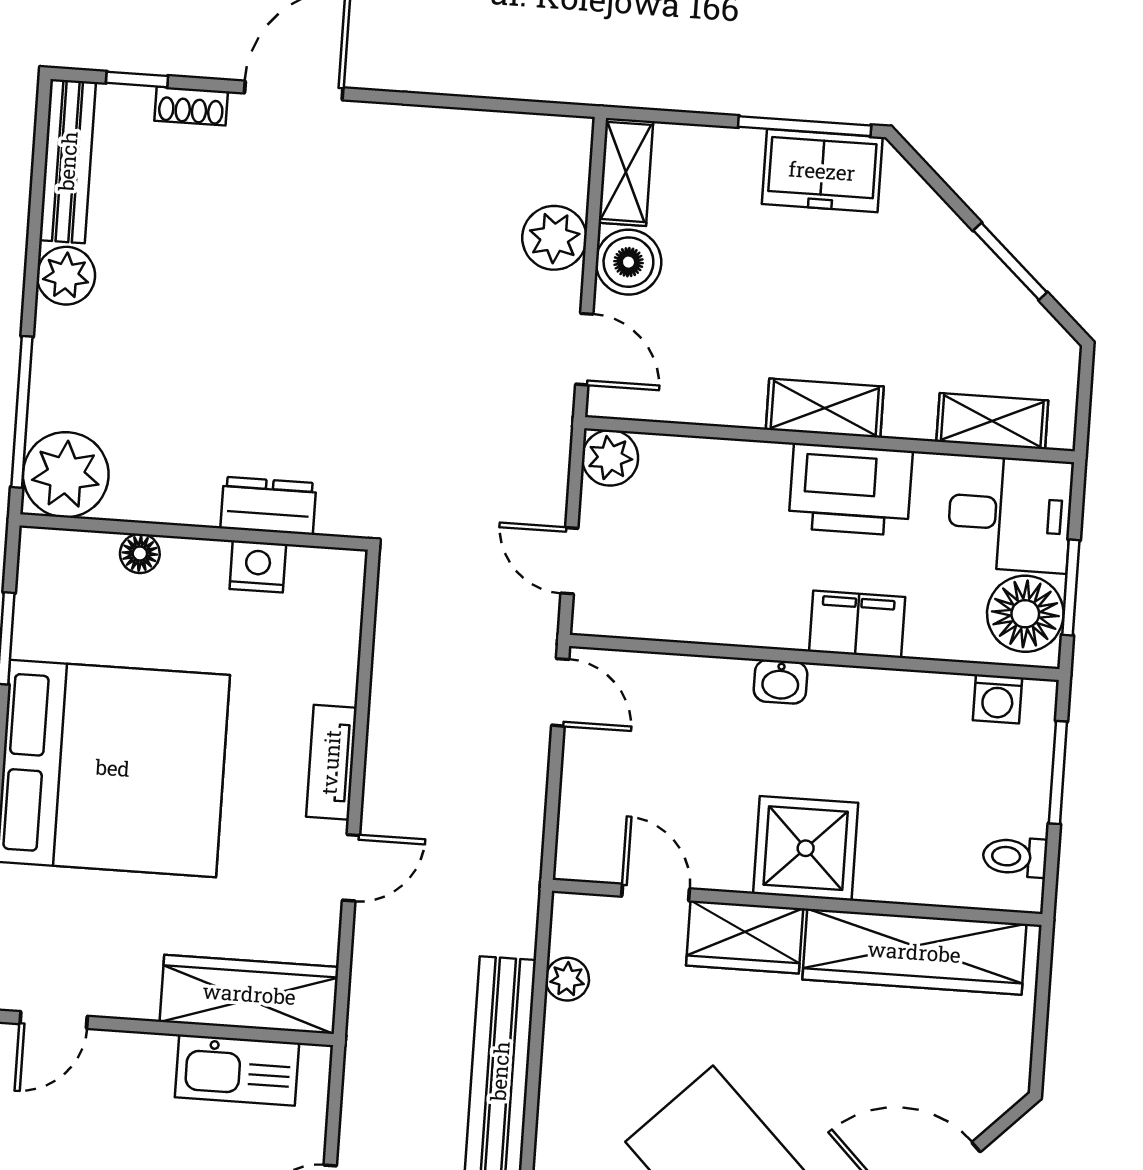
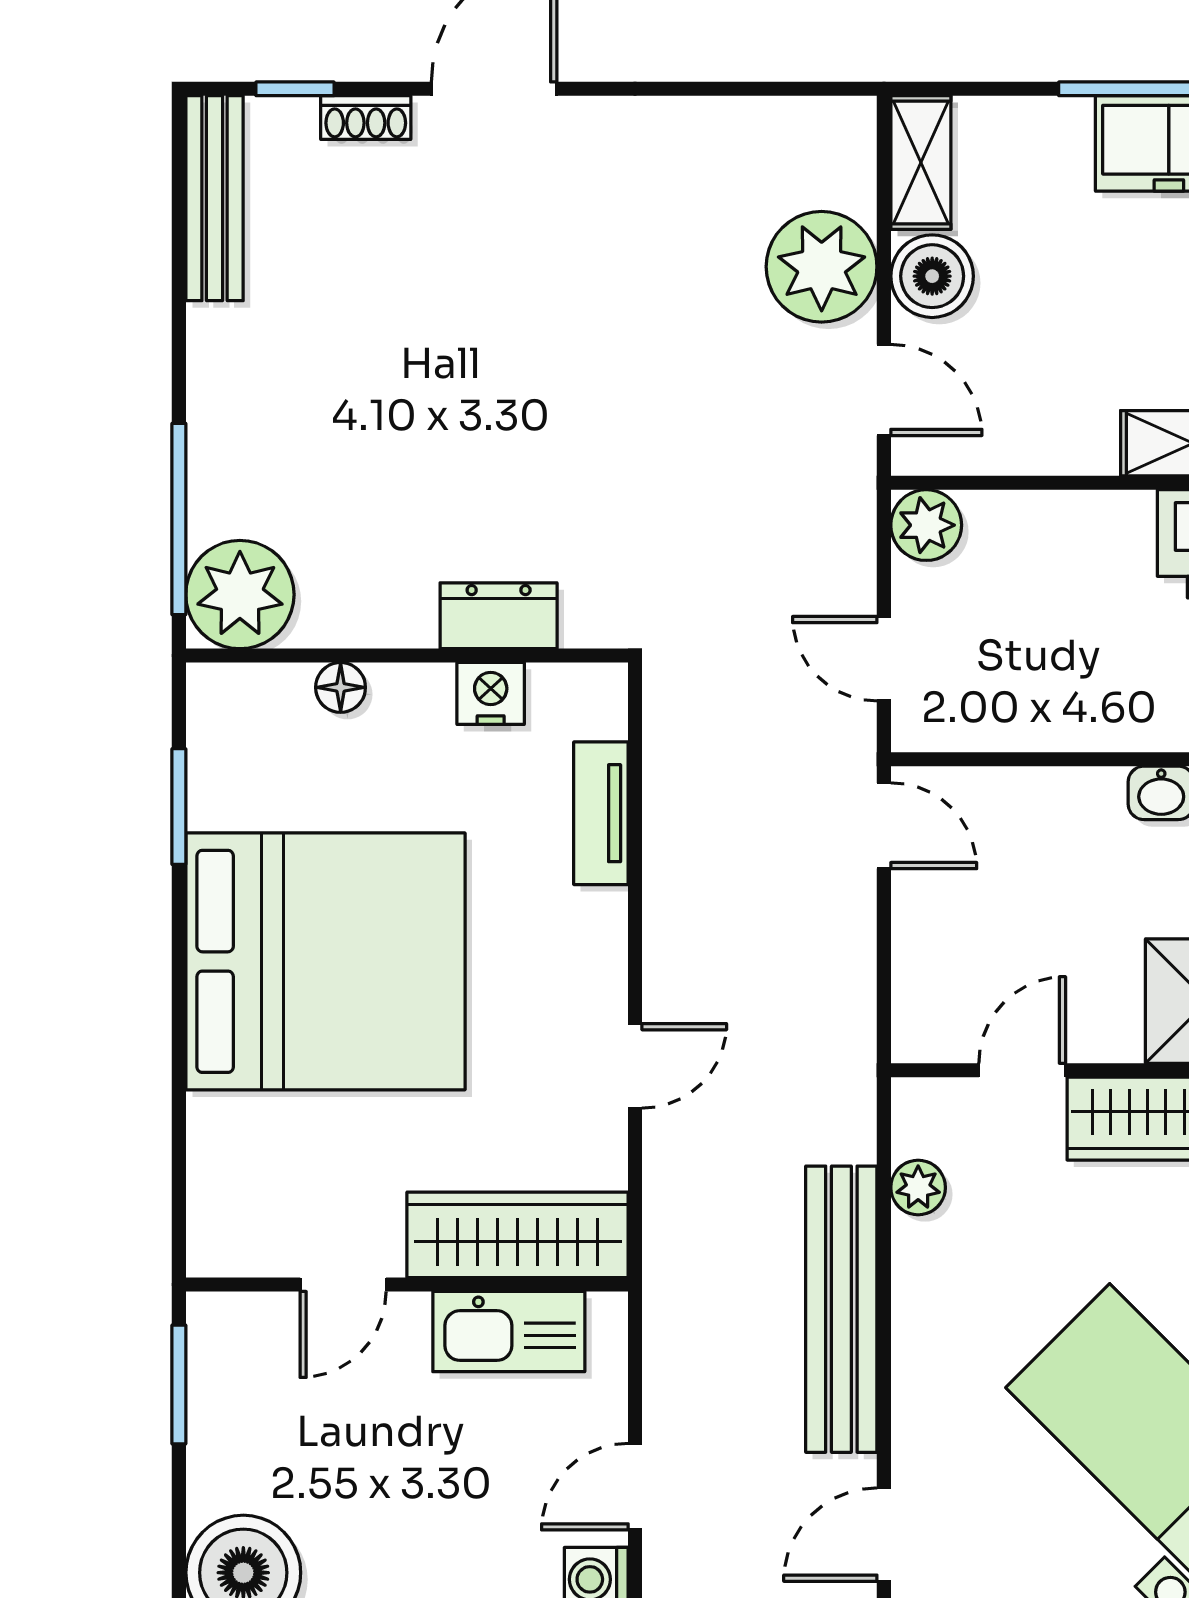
plant: (554, 238) -> (822, 267), width x1.36, depth x1.36
plant: (66, 276) -> (223, 343), removed
tv unit: (331, 762) -> (601, 813), moved
door: (656, 893) -> (1022, 1070), hinge flipped
door: (54, 1020) -> (343, 1285), moved

